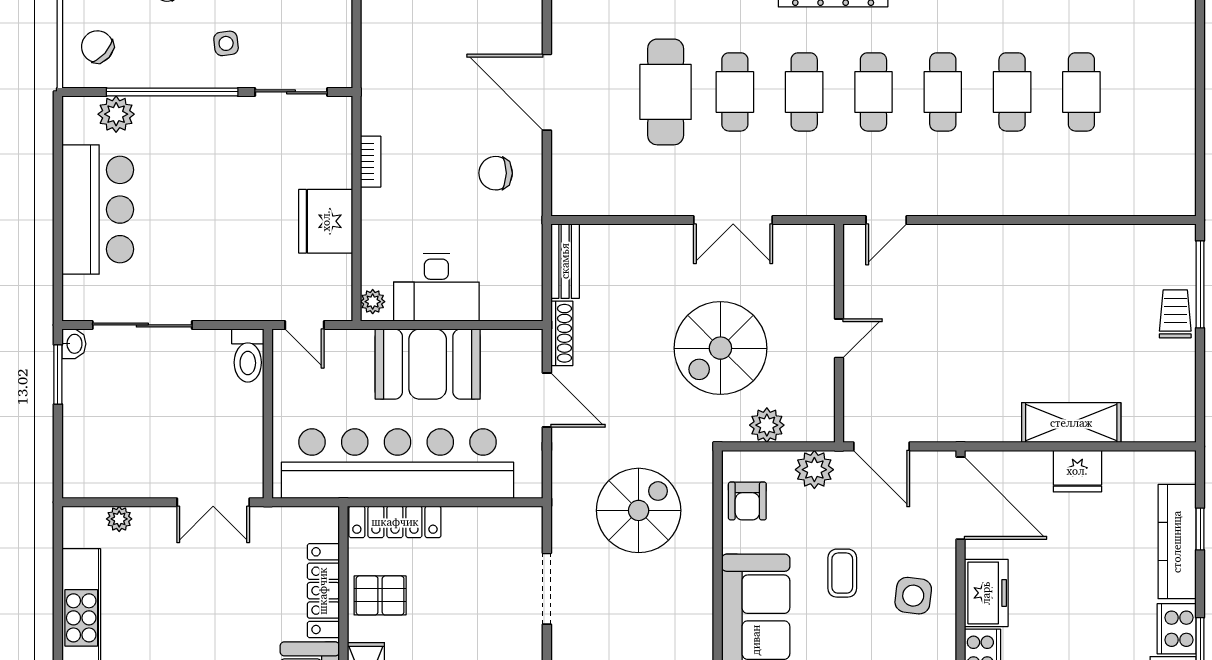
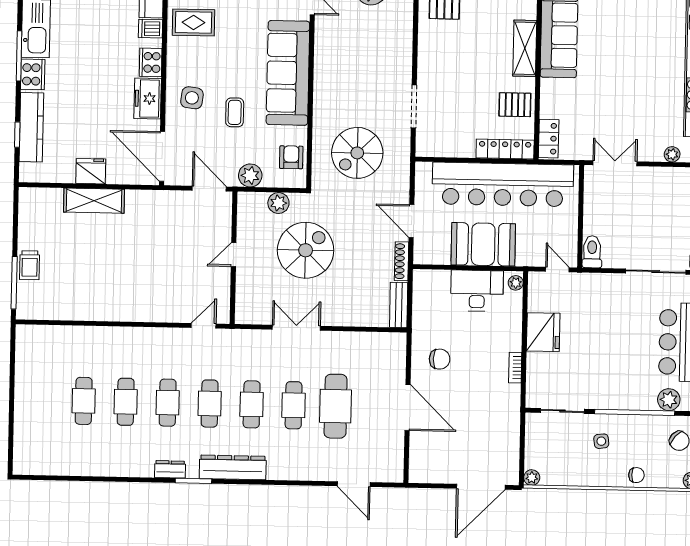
locker: (323, 591) -> (549, 139), moved, width x0.66

